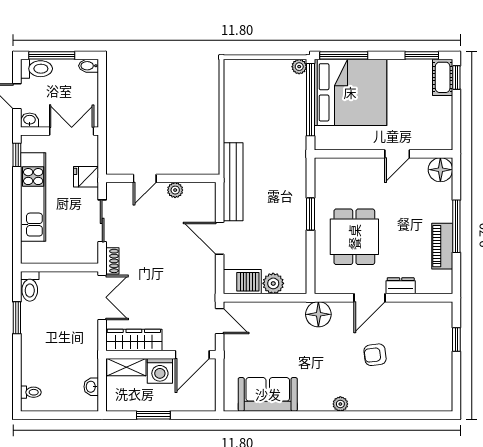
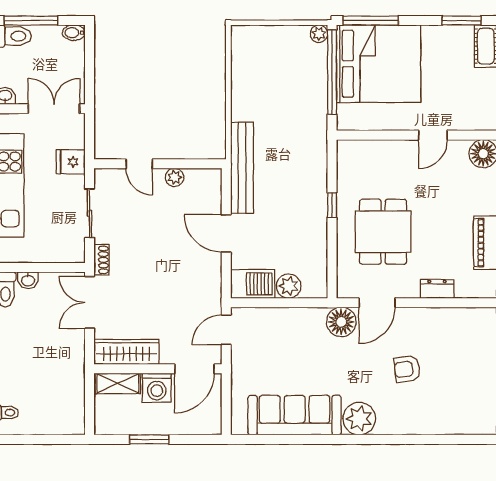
door: (145, 178) -> (139, 164), hinge flipped
window: (310, 214) -> (332, 205), width x0.67
double door: (102, 297) -> (90, 302), swing flipped
door: (370, 298) -> (377, 303), moved
door: (220, 321) -> (226, 330), swing flipped
washbasin: (91, 387) -> (28, 280), moved, turned -90
sofa: (268, 394) -> (295, 415), width x1.36
plant: (340, 404) -> (359, 419), width x1.88, depth x1.88

